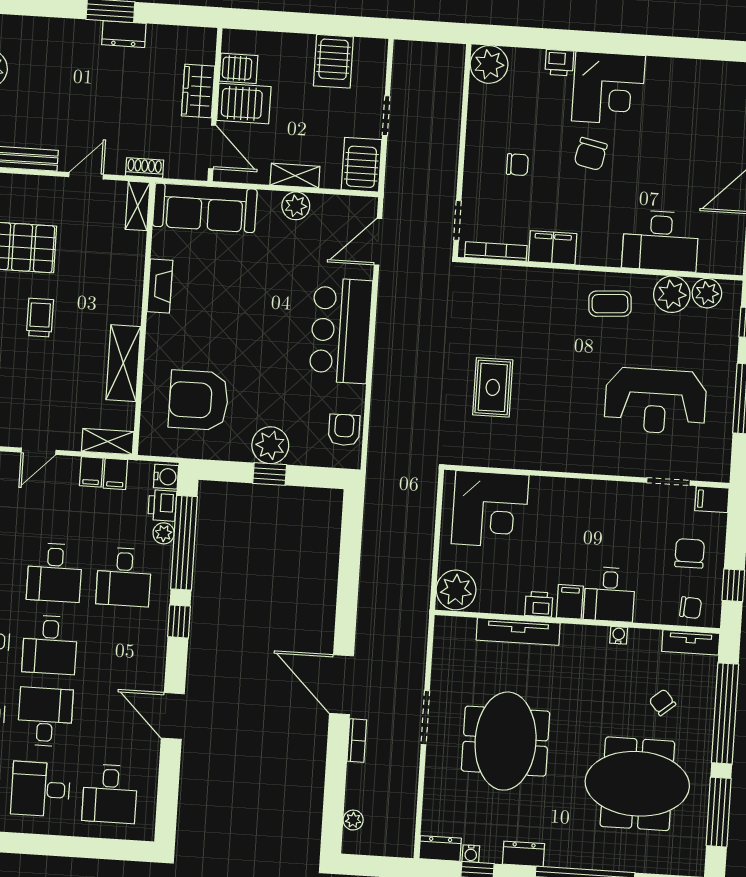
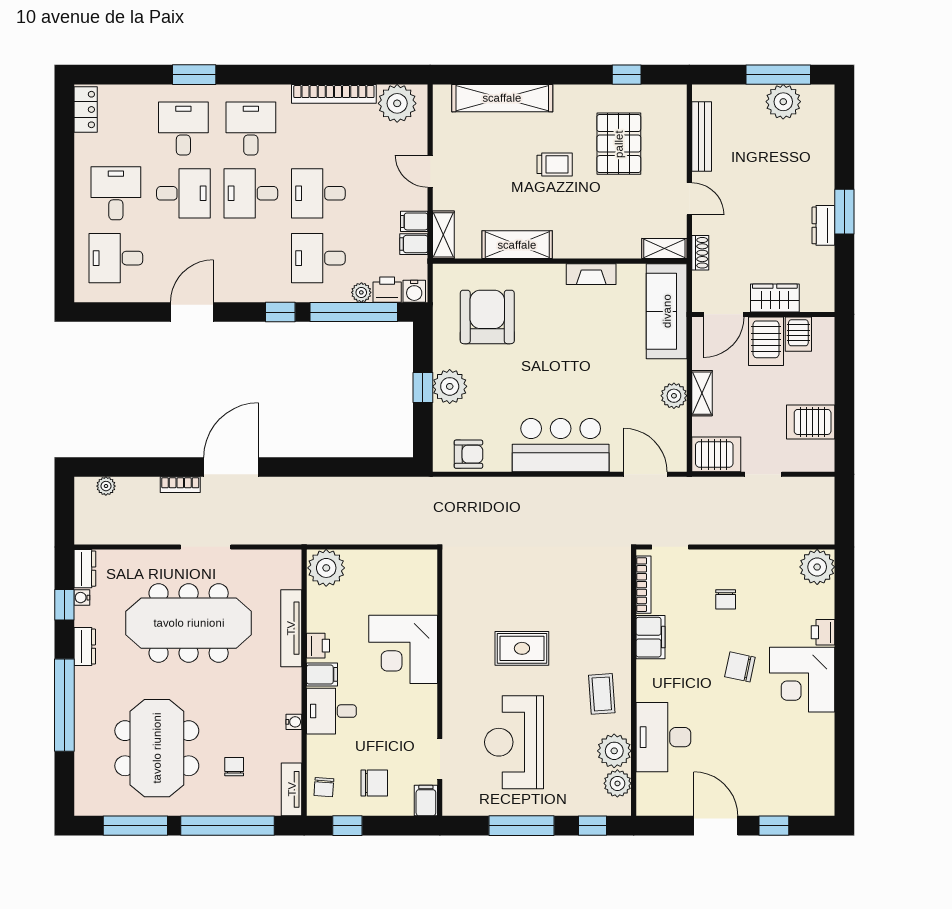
rug: (493, 387) -> (522, 648), moved
corner desk: (490, 509) -> (403, 649), moved
chair: (662, 702) -> (234, 767), turned -50
meeting table: (506, 741) -> (189, 623), width x1.36

